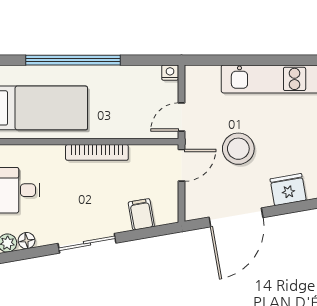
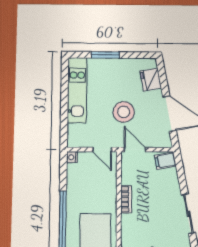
bookcase: (97, 152) -> (126, 199), width x0.64
filing cabinet: (141, 214) -> (165, 161), moved

